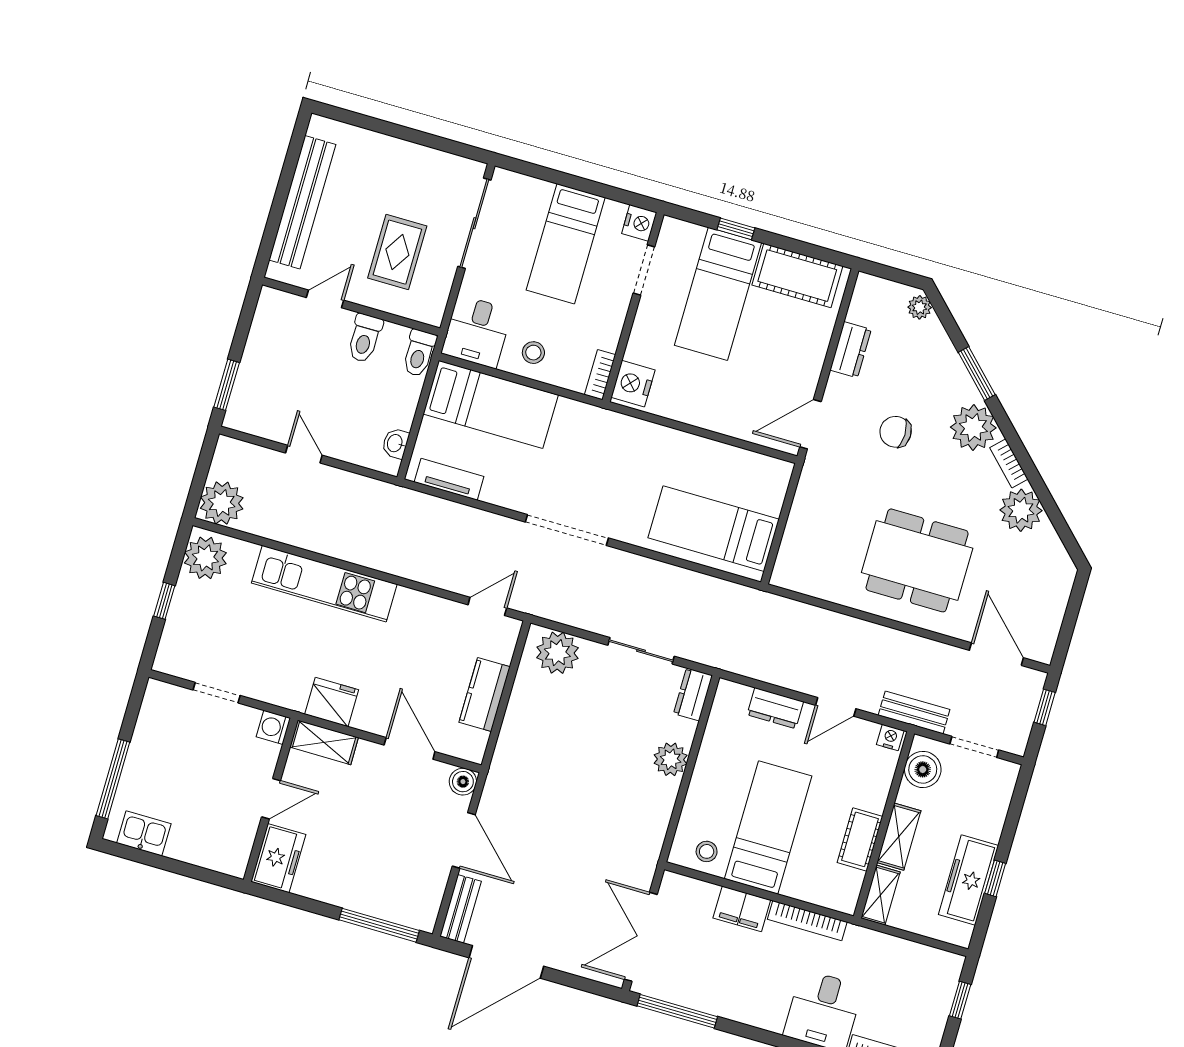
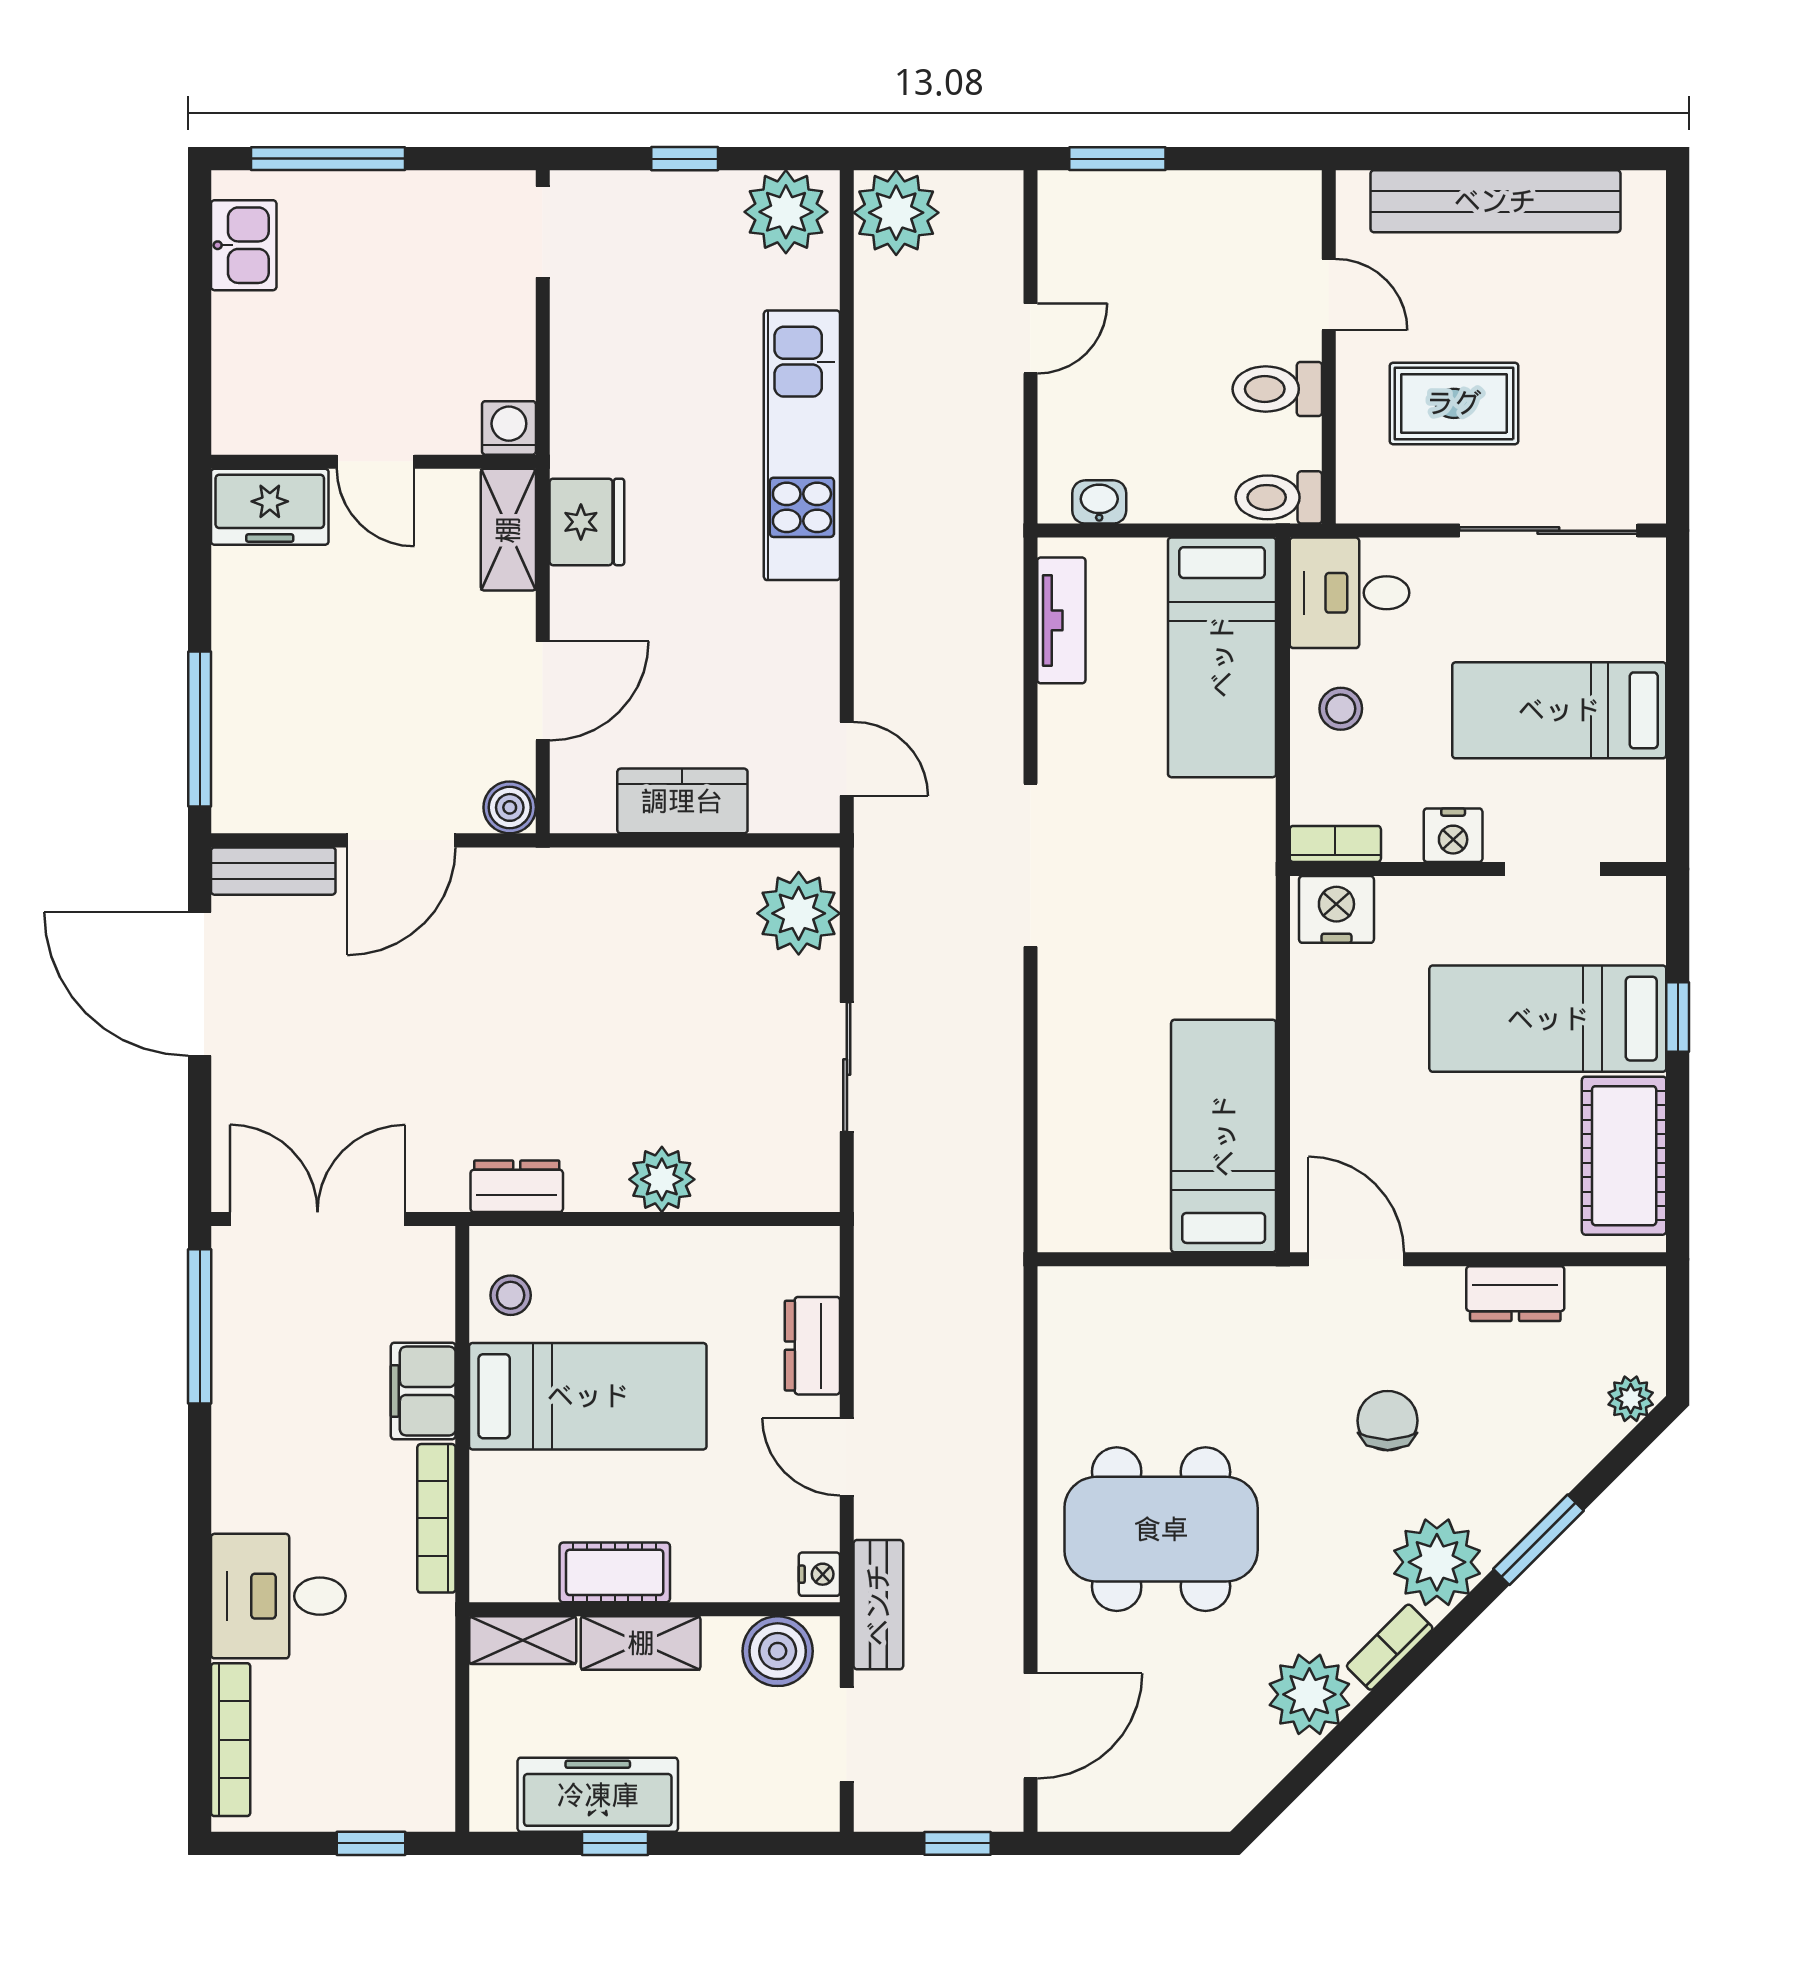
nightstand: (639, 223) -> (1453, 835), moved
bed: (714, 529) -> (1224, 1136), moved
dining table: (917, 560) -> (1161, 1529), turned 90
doorway: (217, 693) -> (543, 232), moved
dresser: (693, 694) -> (517, 1186), moved

